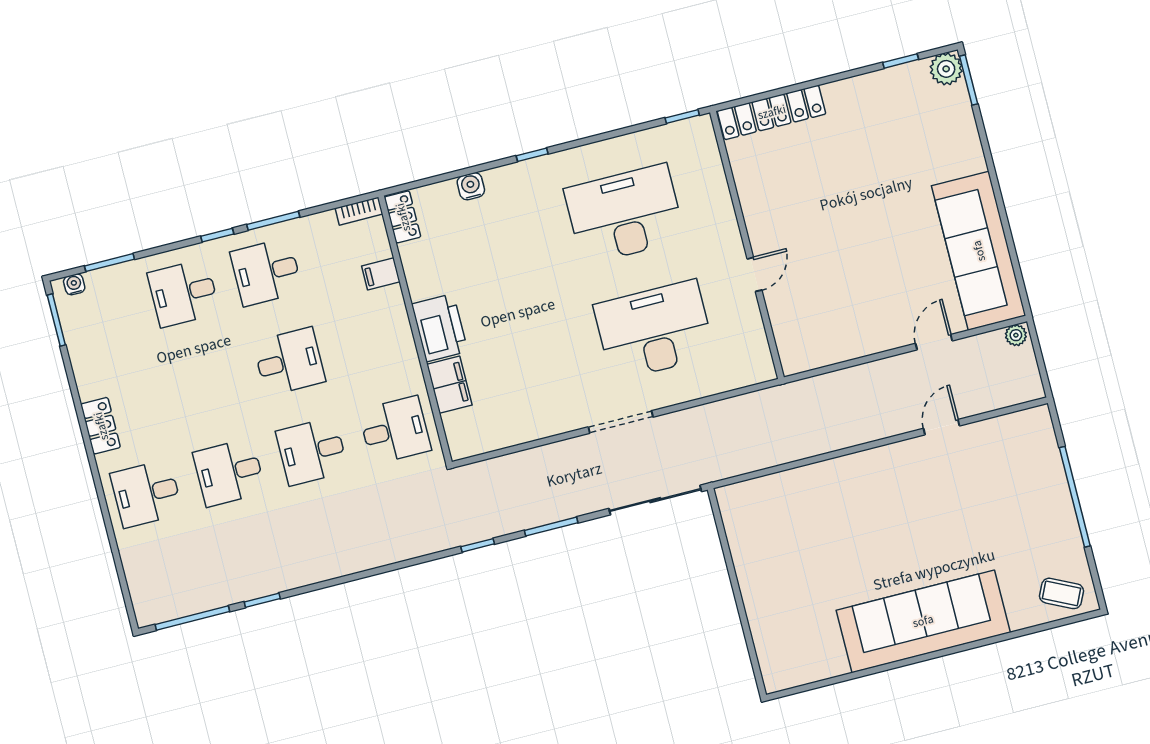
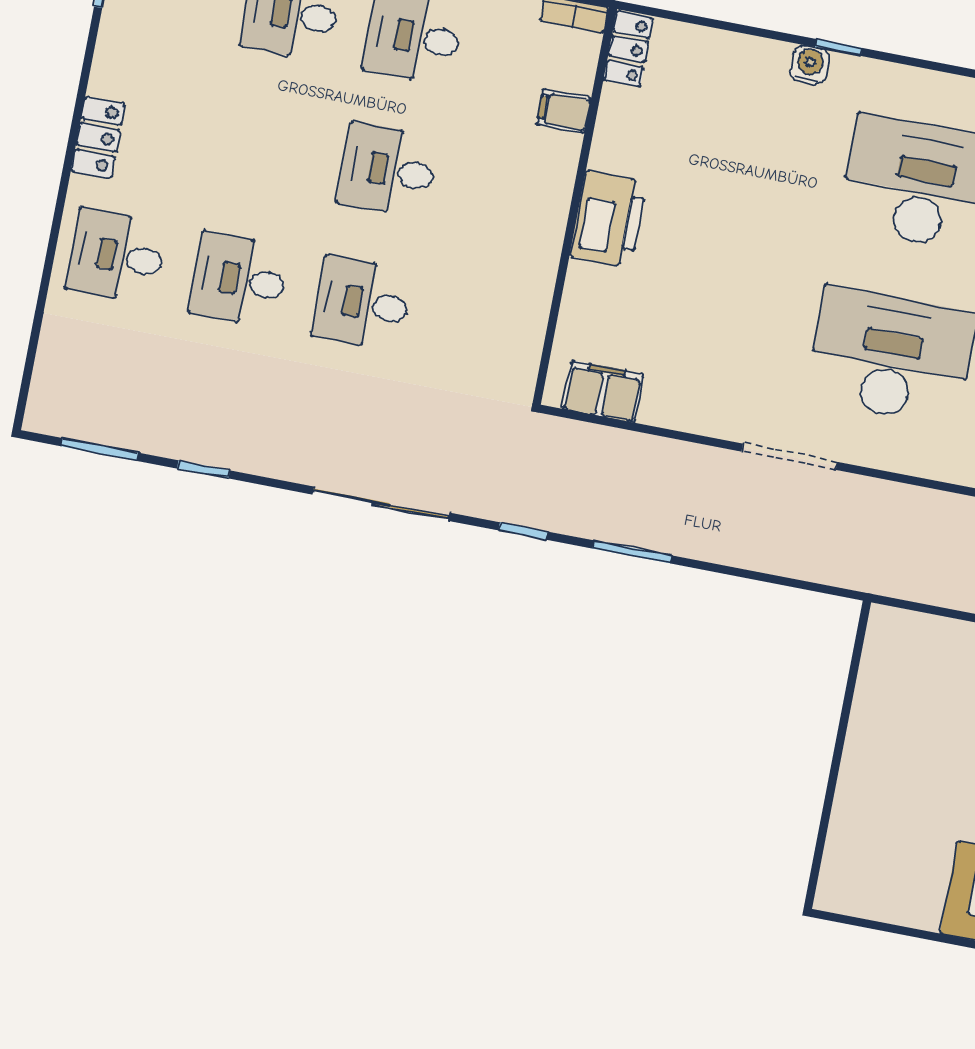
water cooler: (471, 186) -> (810, 65), moved
desk: (289, 362) -> (388, 170), turned 180
filing cabinet: (449, 385) -> (603, 391), moved, turned -90
desk: (395, 430) -> (485, 327), removed
sliding door: (655, 500) -> (381, 504), moved
window: (192, 618) -> (100, 449), width x0.69

